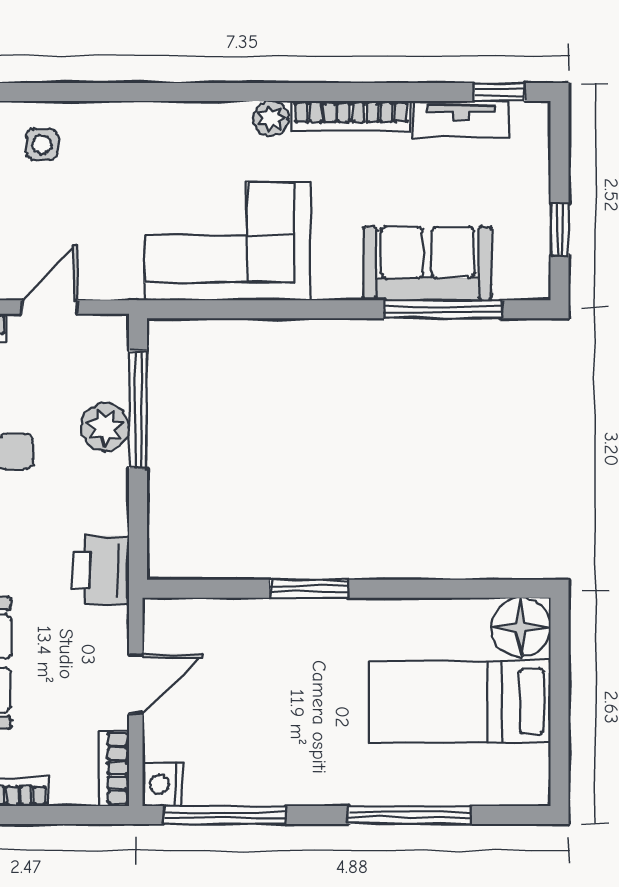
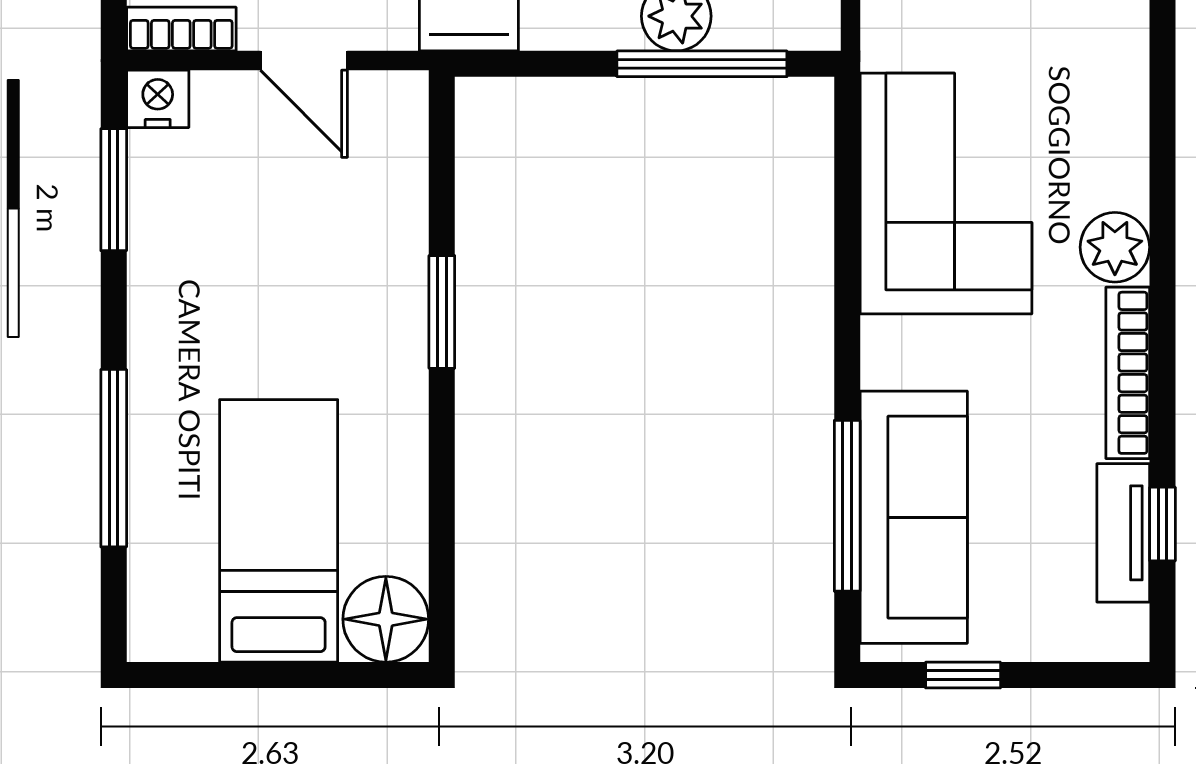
window: (499, 92) -> (1162, 524), moved
plant: (271, 118) -> (1115, 247), width x1.38, depth x1.38
sofa: (428, 263) -> (914, 517), width x1.36
window: (225, 815) -> (114, 190), width x0.69

